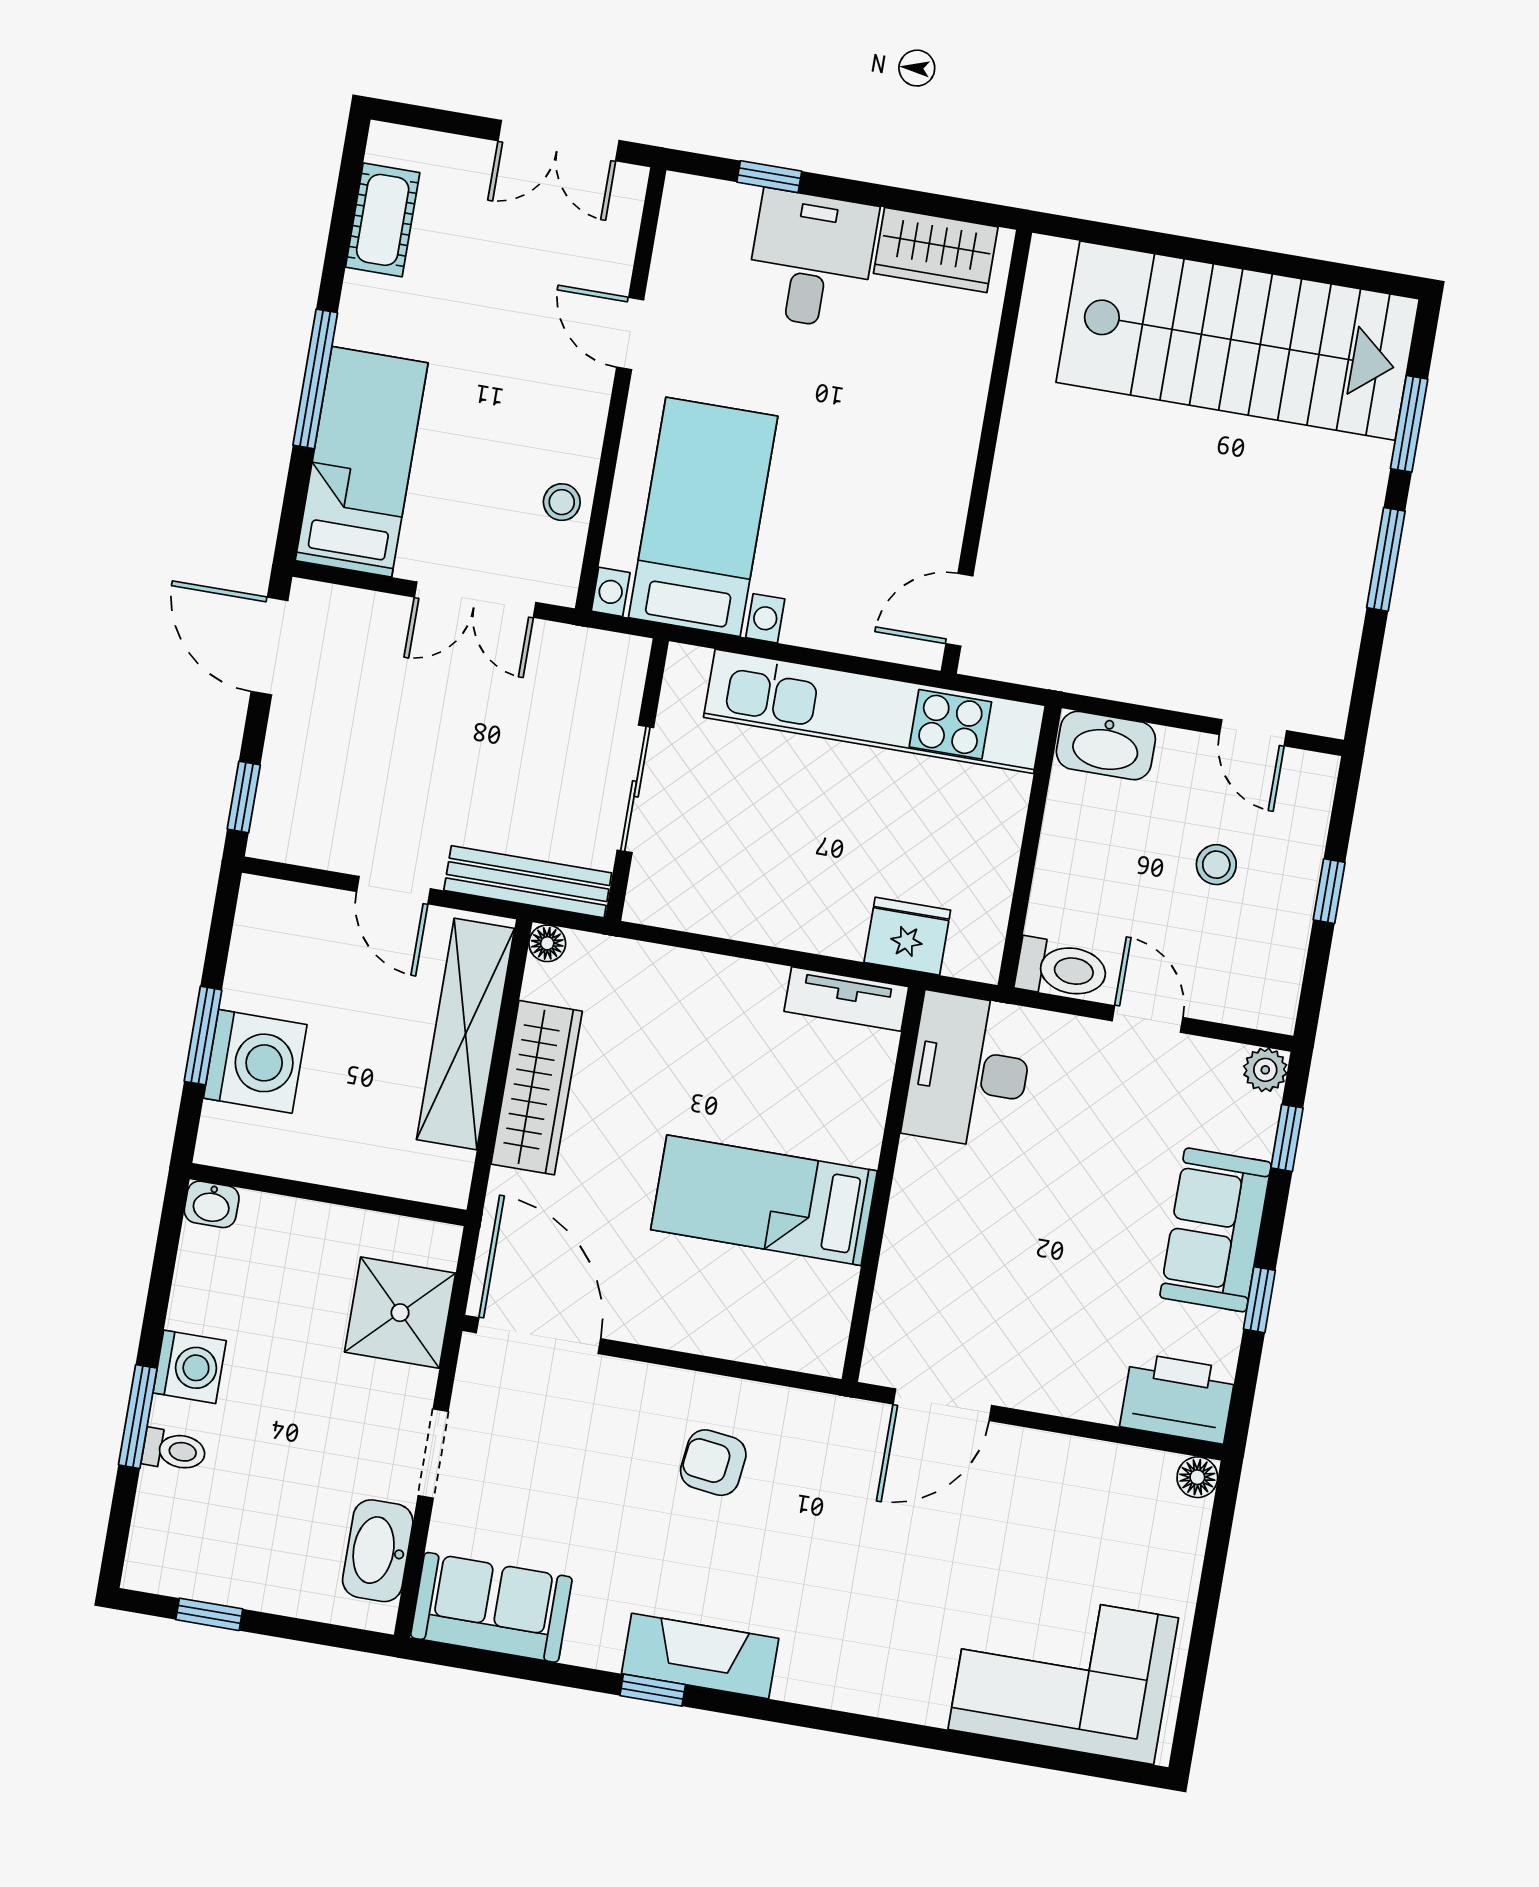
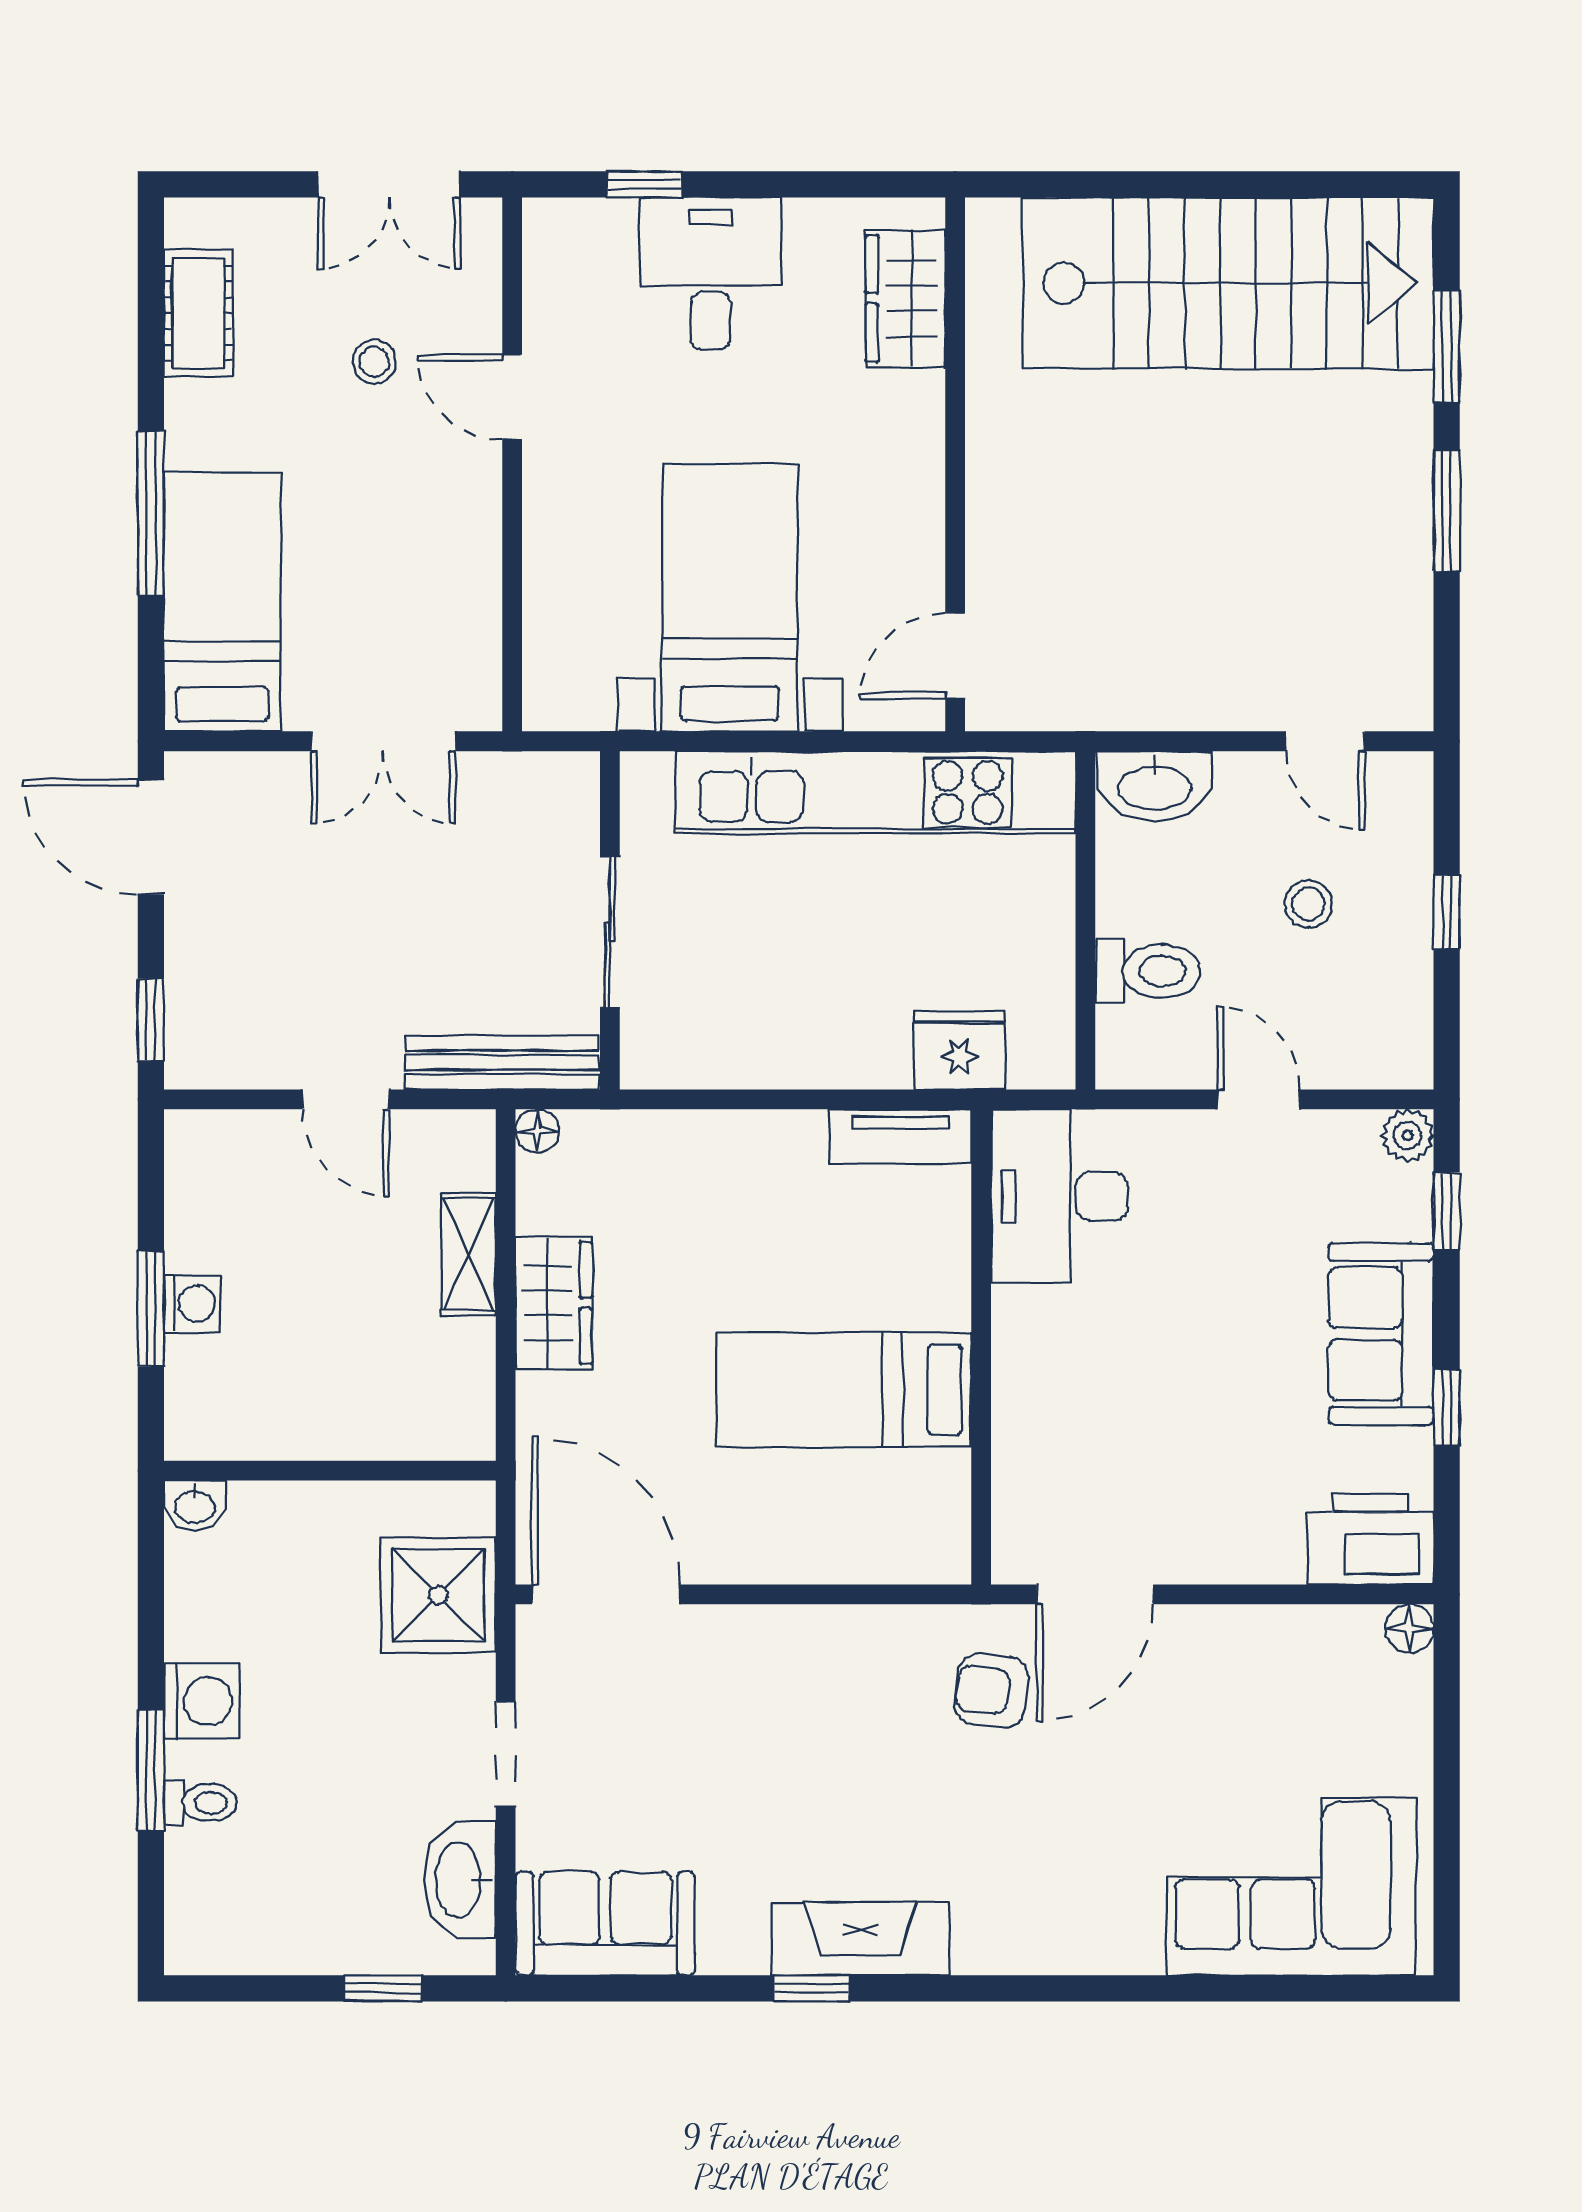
wardrobe: (936, 250) -> (905, 298), moved, turned 90
stool: (562, 502) -> (374, 362), moved
bed with nightstands: (703, 517) -> (730, 598), moved
toilet: (1062, 969) -> (1148, 971), moved
shelving: (466, 1034) -> (469, 1254), width x0.45, depth x0.75
washing machine: (255, 1061) -> (192, 1303), width x0.53, depth x0.53
wardrobe: (537, 1088) -> (554, 1303), width x0.67
armchair: (713, 1463) -> (991, 1691), moved
window: (209, 1614) -> (383, 1988), moved

